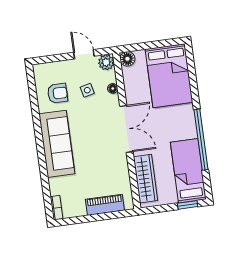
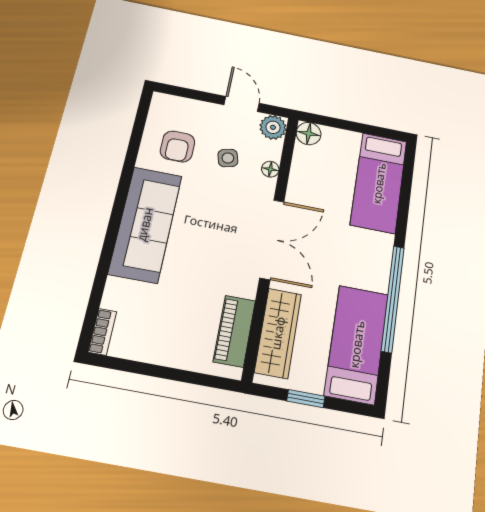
bed: (169, 76) -> (379, 183), width x0.67
armchair: (58, 93) -> (178, 146), turned 90
piano: (105, 205) -> (234, 331), moved, turned -90
window: (188, 205) -> (306, 399), moved

